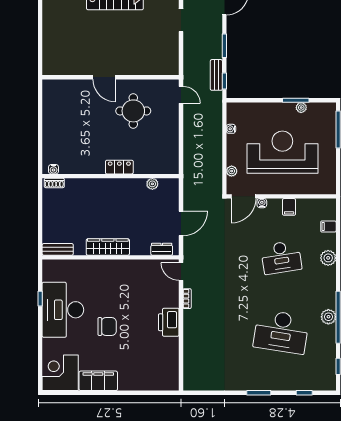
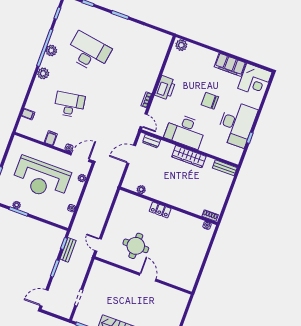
plant: (328, 258) -> (43, 73), moved
desk: (124, 278) -> (185, 131), added
plant: (168, 383) -> (181, 45), added

